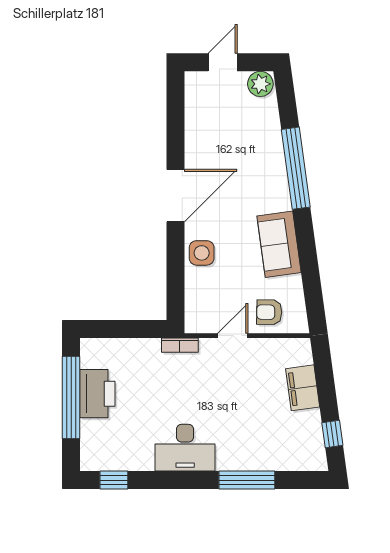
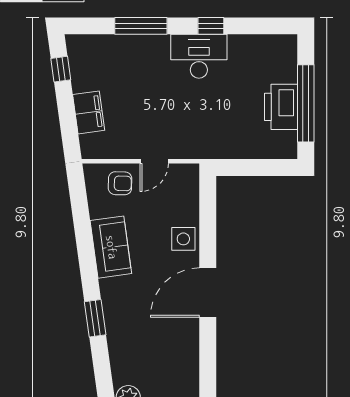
window: (296, 168) -> (95, 318), width x0.47
bookcase: (180, 345) -> (204, 152), removed
window: (114, 480) -> (211, 26), moved

